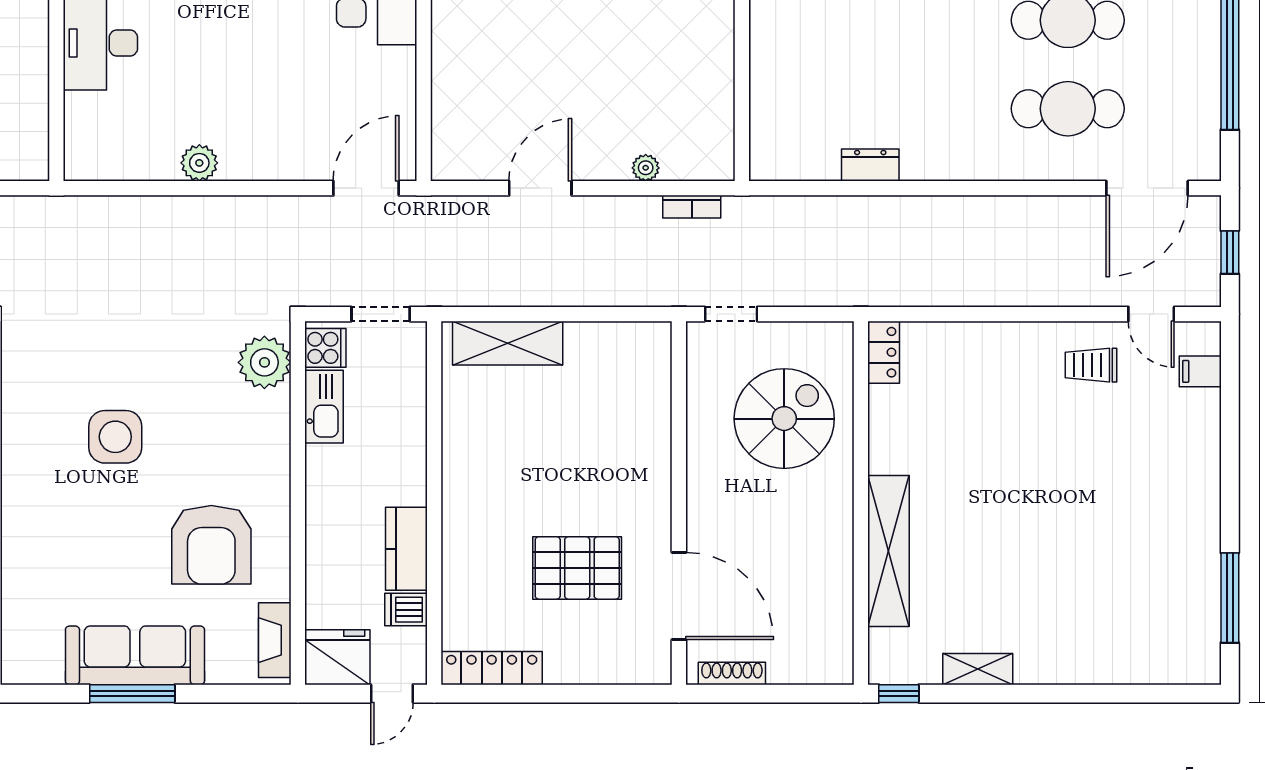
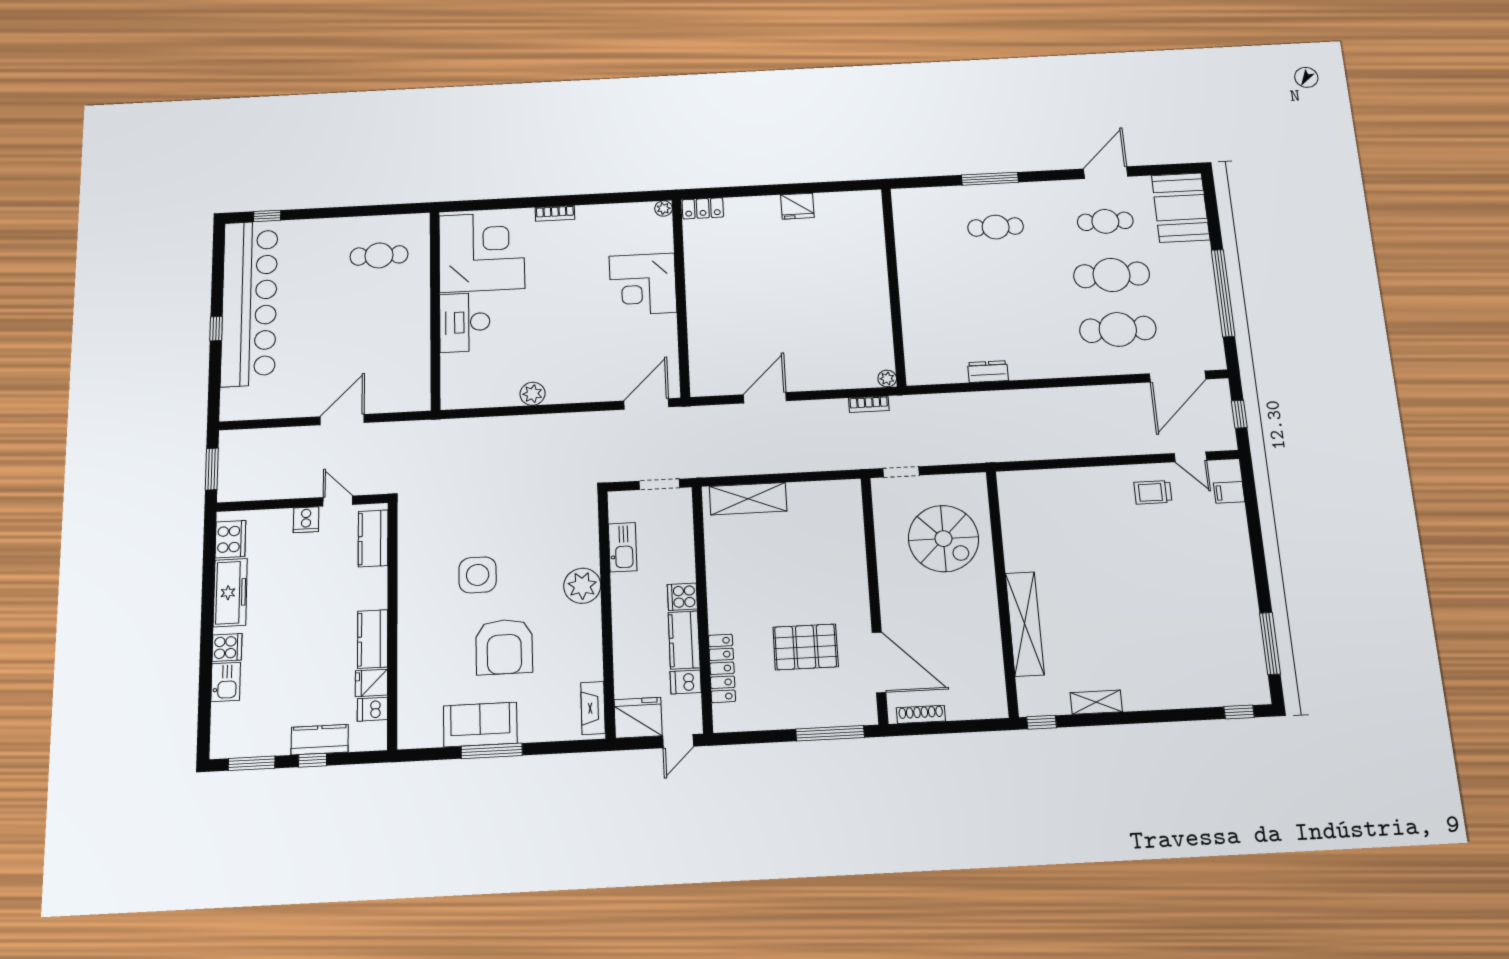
plant: (646, 168) -> (887, 378), moved
cooker: (325, 348) -> (682, 597), moved, turned 180
locker: (884, 352) -> (1008, 491), removed
plant: (264, 362) -> (582, 586), moved
spiral stairs: (784, 419) -> (943, 539), turned 90
armchair: (211, 545) -> (504, 647), moved
sofa: (135, 655) -> (480, 725), width x0.73
locker: (492, 668) -> (722, 668), moved, turned 90
window: (604, 694) -> (830, 733), added
window: (1174, 694) -> (1239, 712), added

